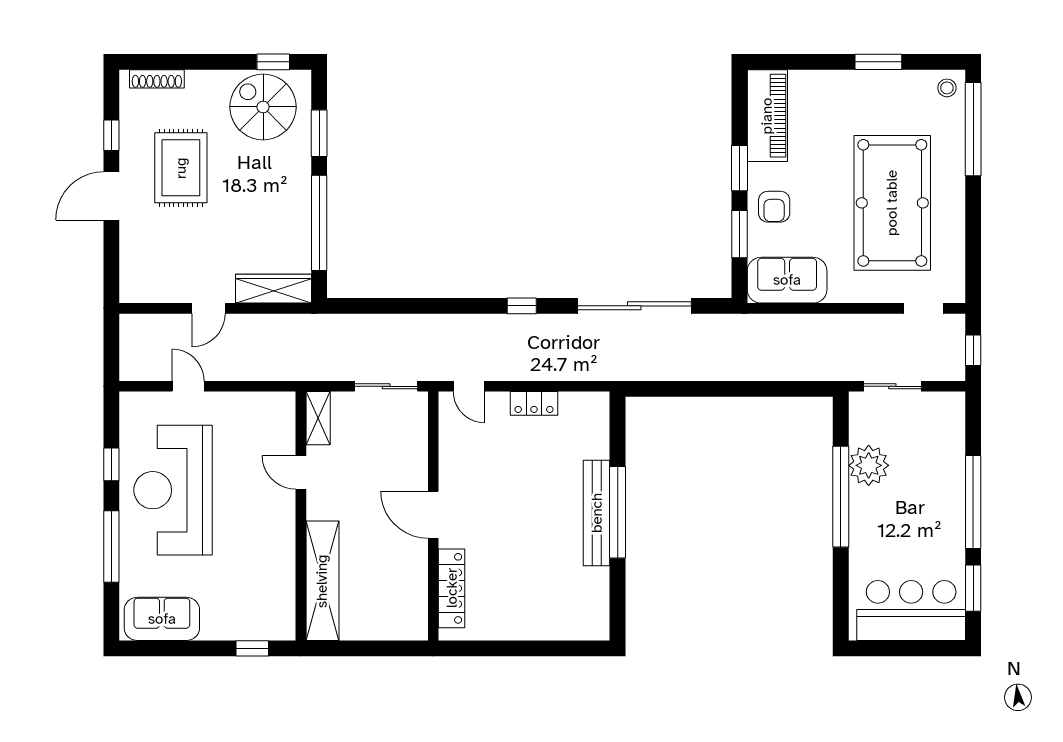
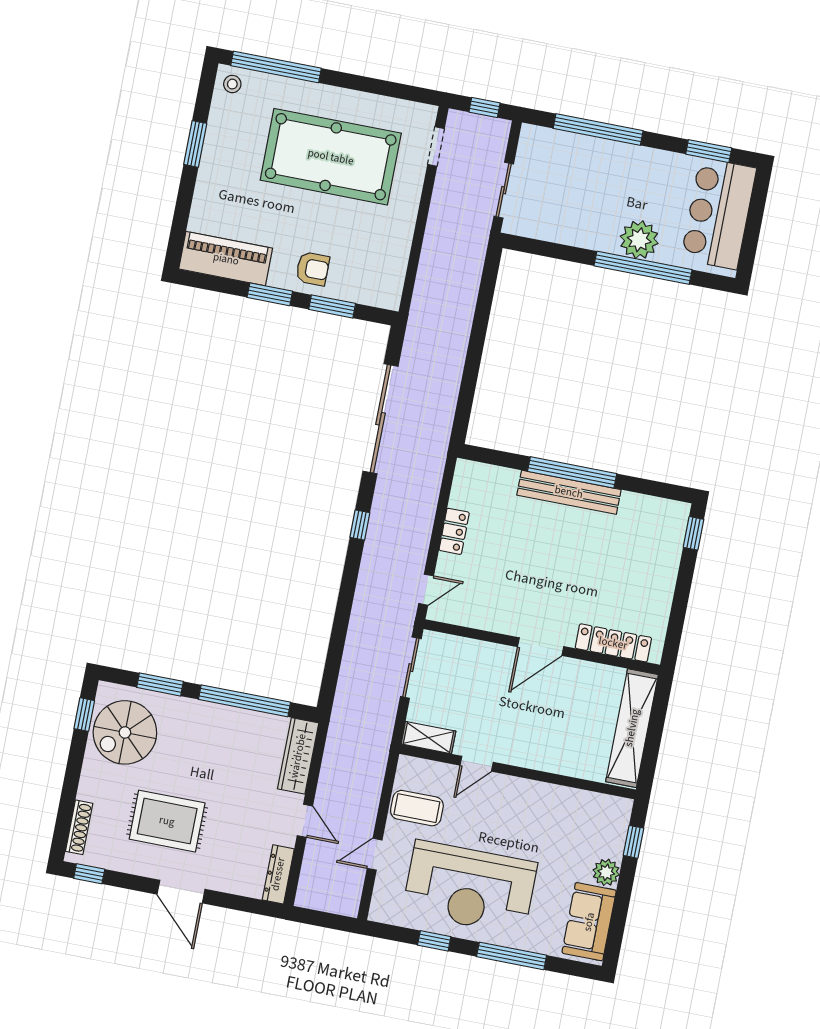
window: (111, 135) -> (89, 874), moved
sofa: (787, 280) -> (384, 270), removed
dresser: (148, 292) -> (278, 874), added
coffee table: (244, 420) -> (417, 808), added
plant: (869, 465) -> (639, 240), moved
window: (841, 497) -> (643, 268), moved
window: (973, 502) -> (598, 130), moved
shelving: (322, 581) -> (632, 728), moved, turned 90
plant: (216, 627) -> (606, 872), added
window: (579, 648) -> (693, 533), added

